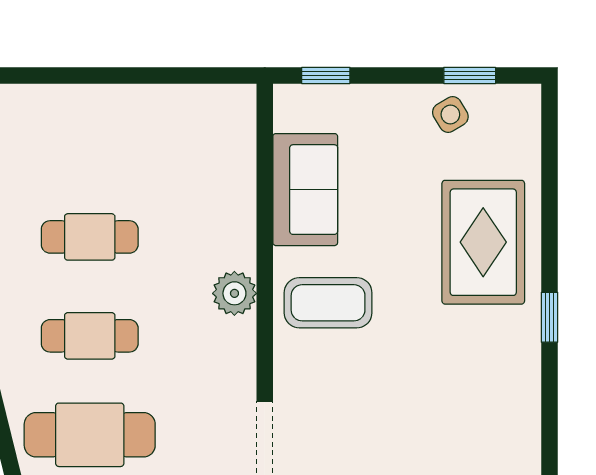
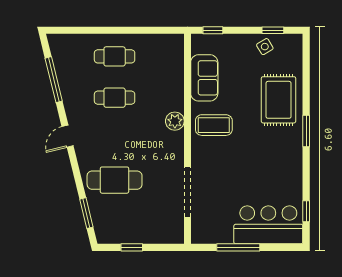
window: (550, 317) -> (306, 131), width x1.50
cafe table: (90, 336) -> (115, 56), moved

